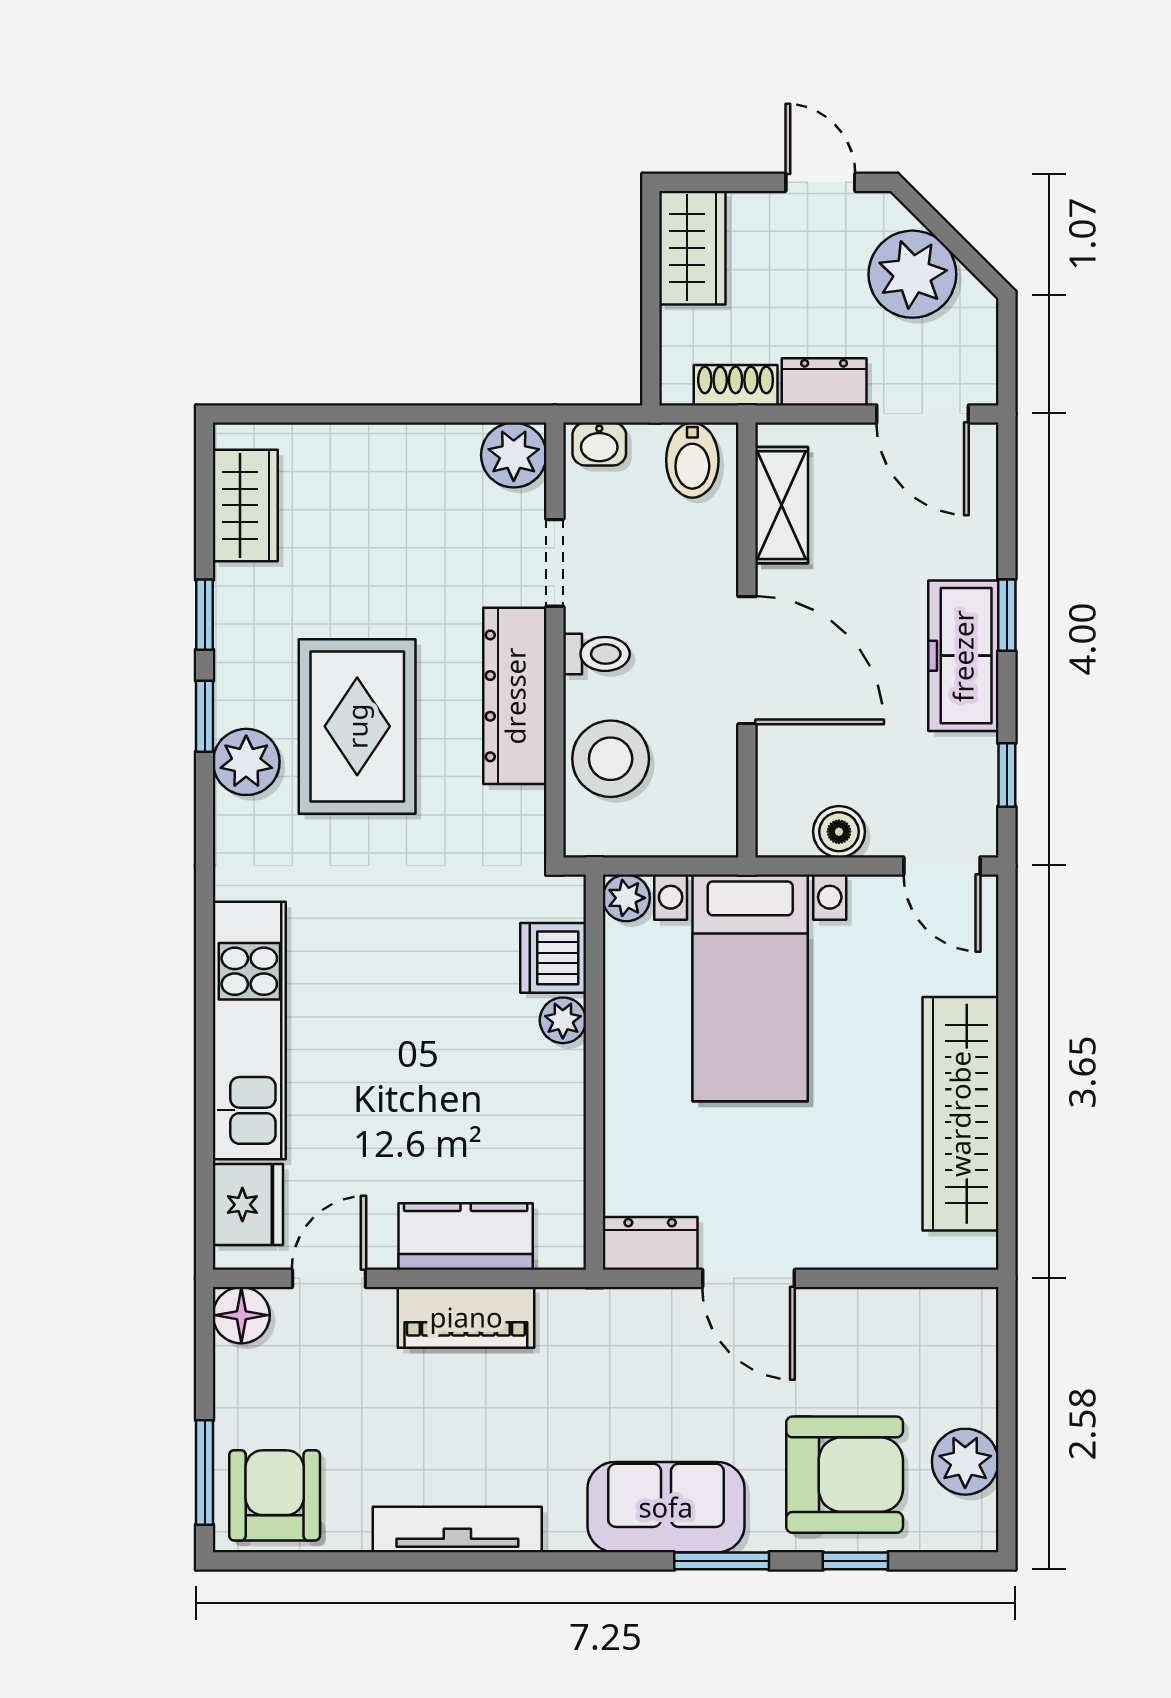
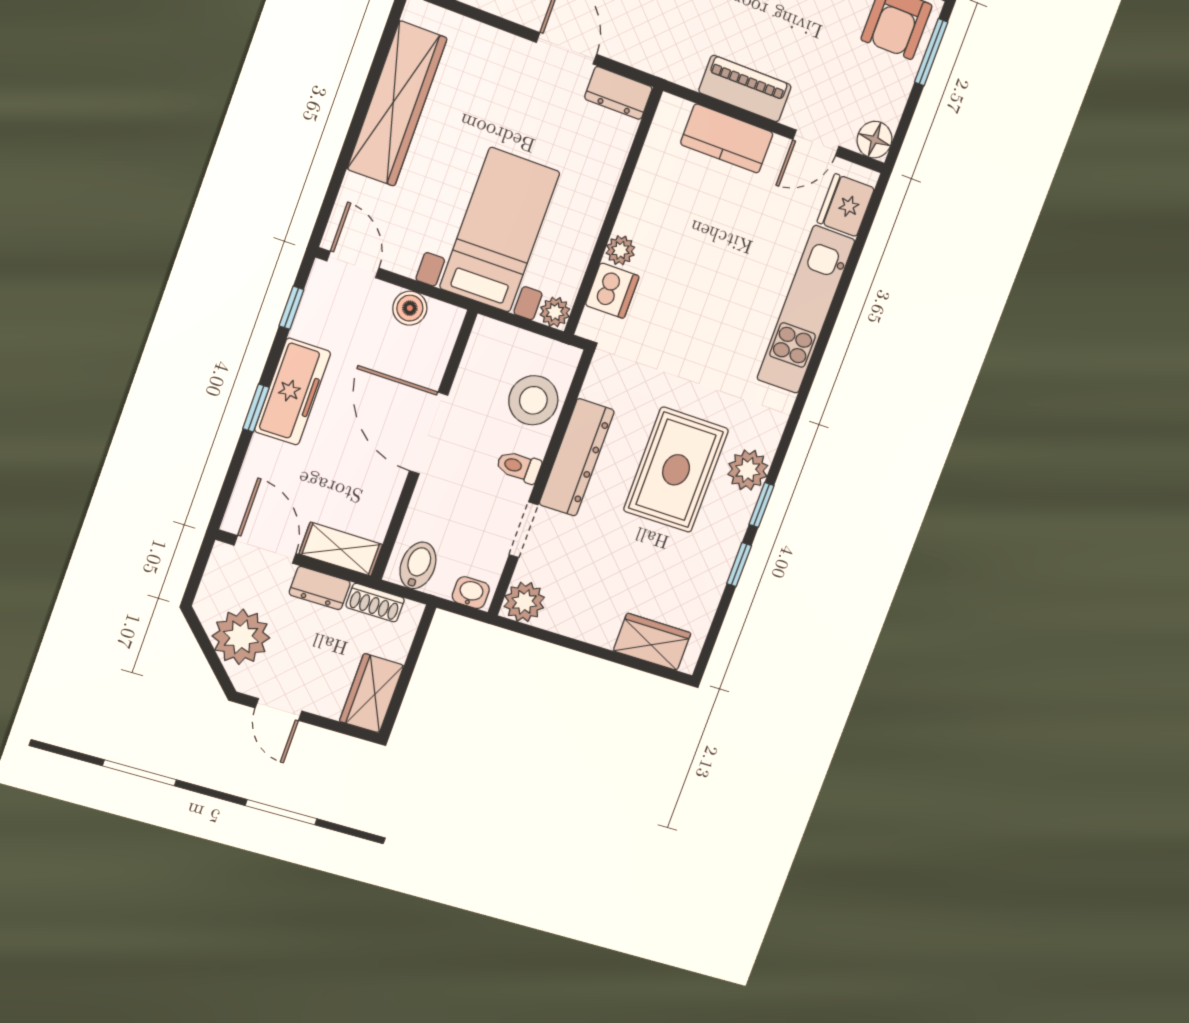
wardrobe: (245, 505) -> (652, 642), moved, turned 90
shelving: (782, 505) -> (341, 549), moved, turned 90

